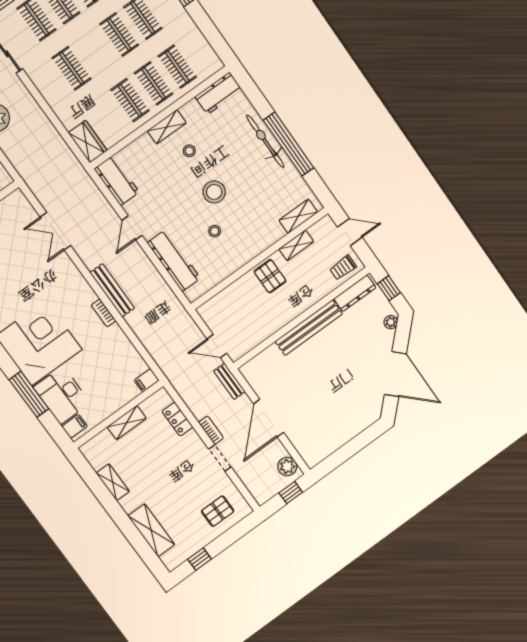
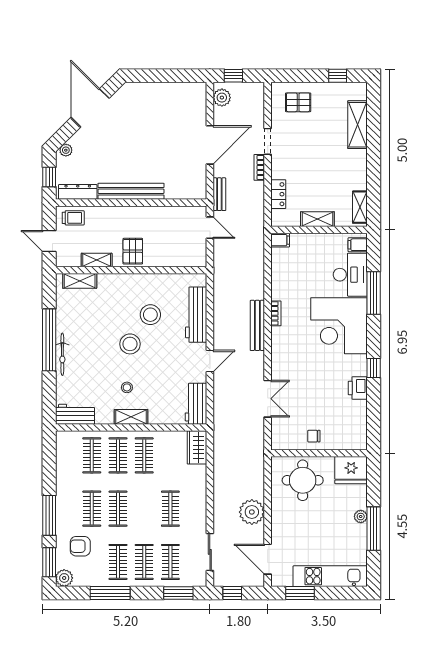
bicycle: (265, 141) -> (62, 354), width x0.73, depth x0.71
stool: (215, 231) -> (150, 315), width x1.89, depth x1.89
shelving: (113, 482) -> (360, 207), moved

